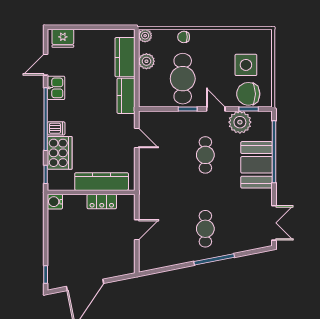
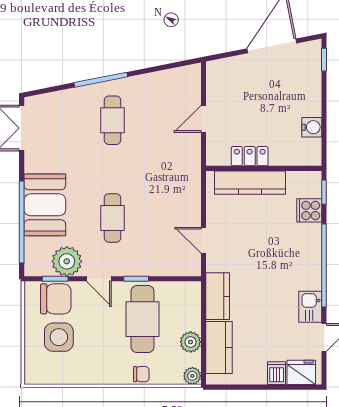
dishwasher: (56, 128) -> (277, 373), moved, turned 90
cooker: (60, 153) -> (309, 210), width x0.53, depth x0.76
water cooler: (55, 202) -> (312, 127), moved

